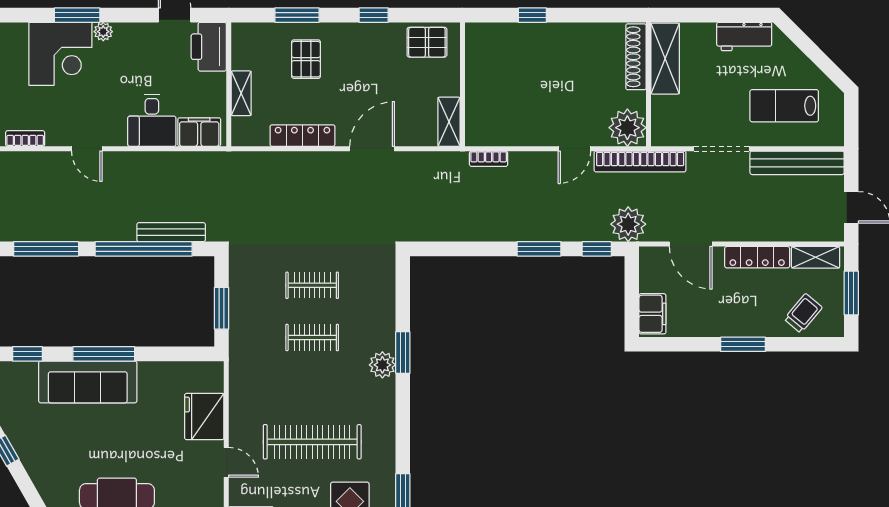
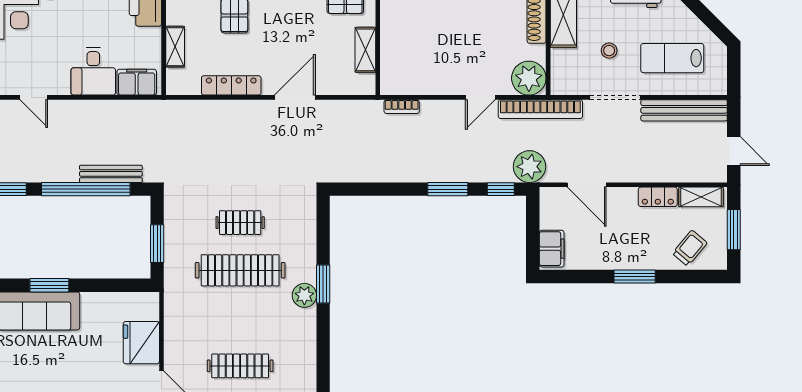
stool: (715, 97) -> (609, 51), added
shelving: (449, 122) -> (365, 50), moved
locker: (757, 257) -> (658, 197), width x0.66
clothes rail: (312, 337) -> (240, 270), width x1.86, depth x1.31
window: (104, 354) -> (49, 285), width x0.69
clothes rail: (312, 442) -> (240, 366), width x0.73, depth x0.76

